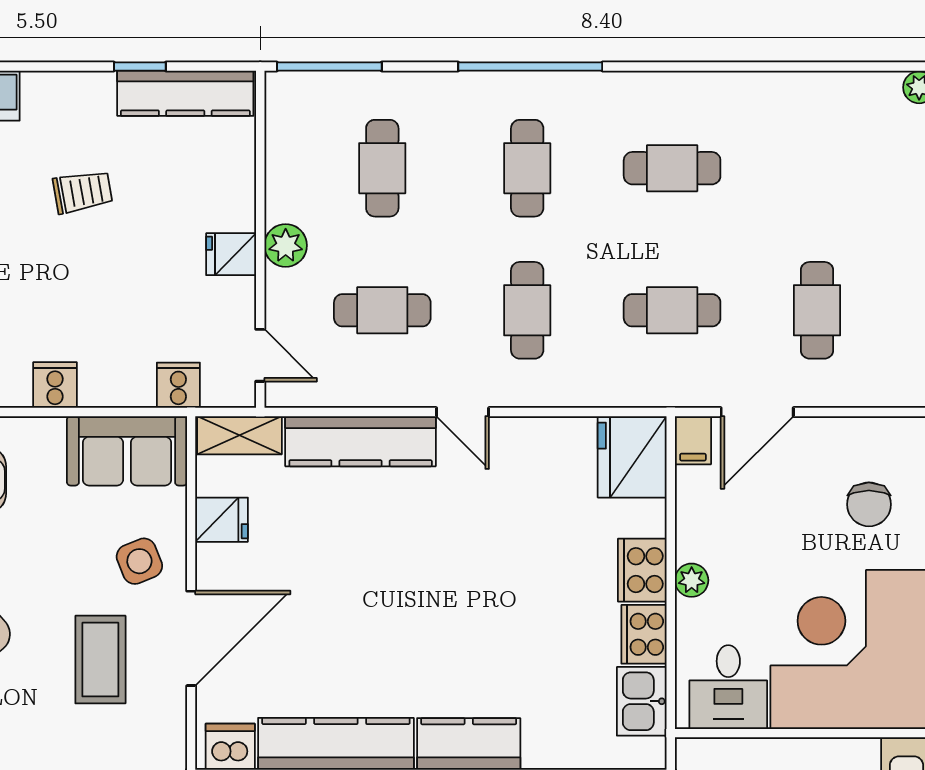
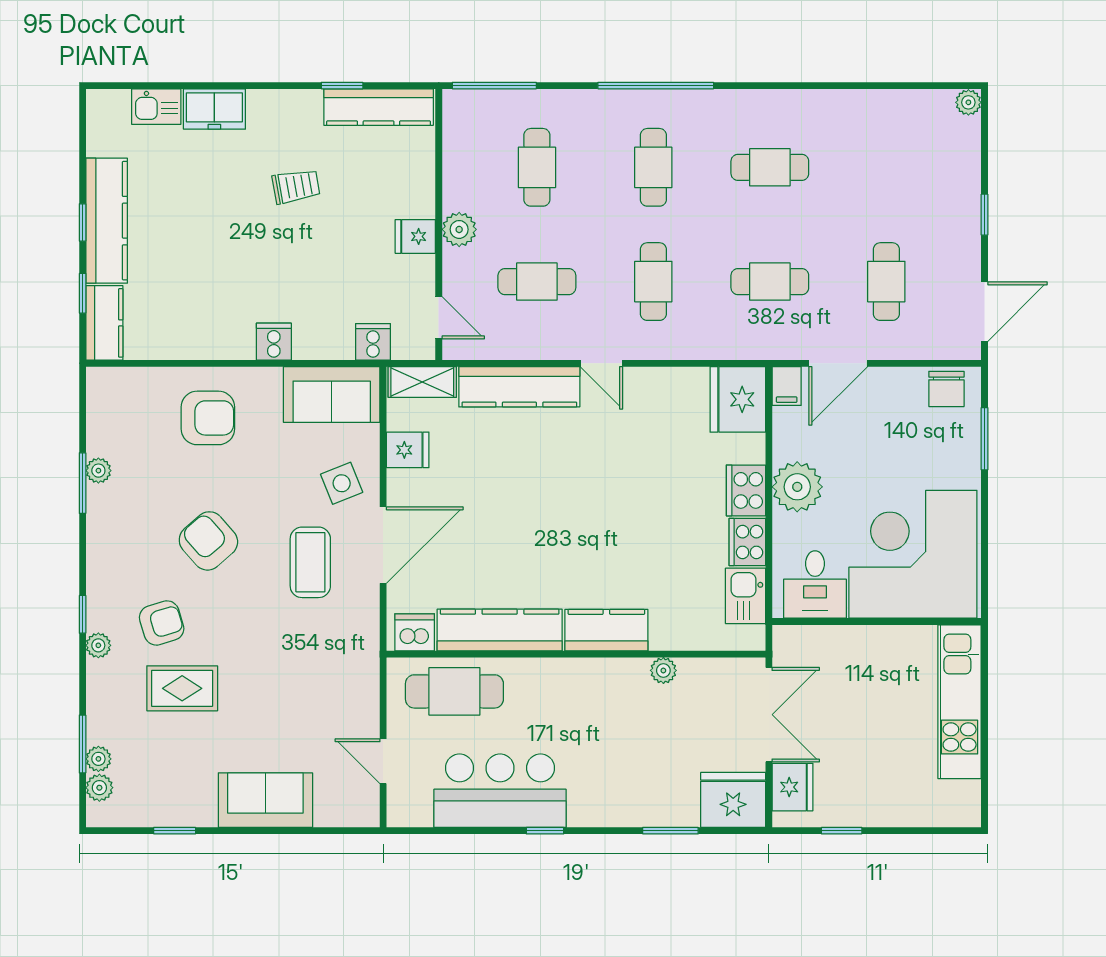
chair: (869, 504) -> (946, 389), moved
plant: (692, 580) -> (797, 487), width x1.88, depth x1.88

